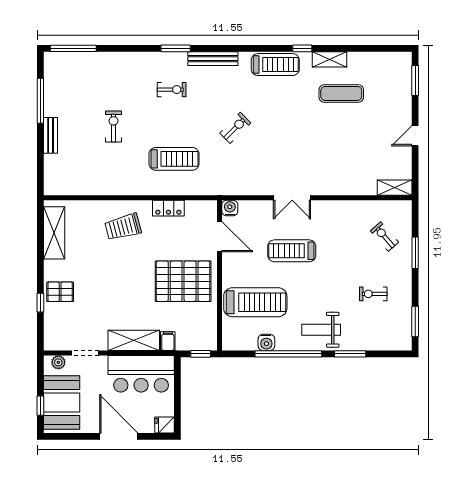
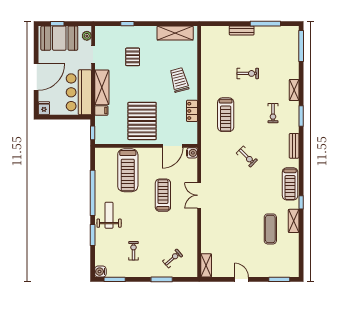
shelving: (138, 59) -> (294, 90), added
bench: (213, 59) -> (294, 146), width x0.73
pallet: (60, 292) -> (133, 57), moved
water cooler: (266, 342) -> (100, 272), moved

